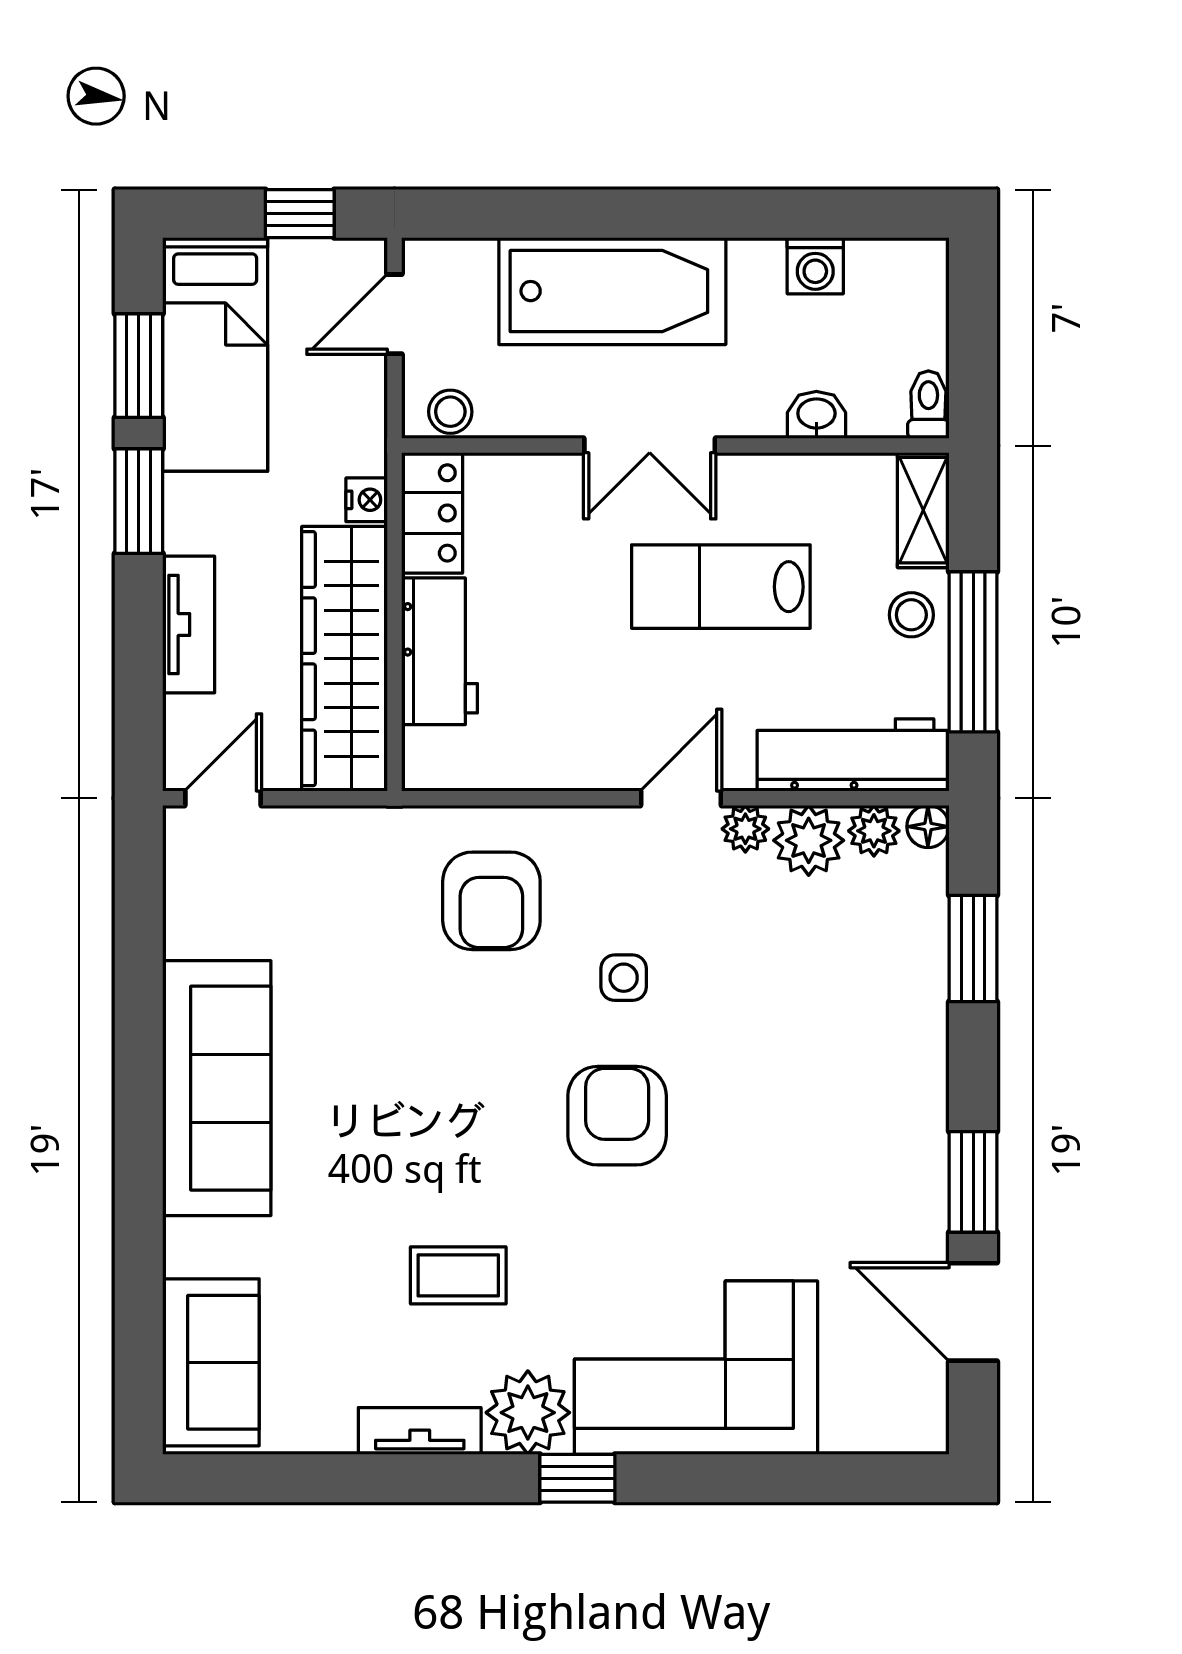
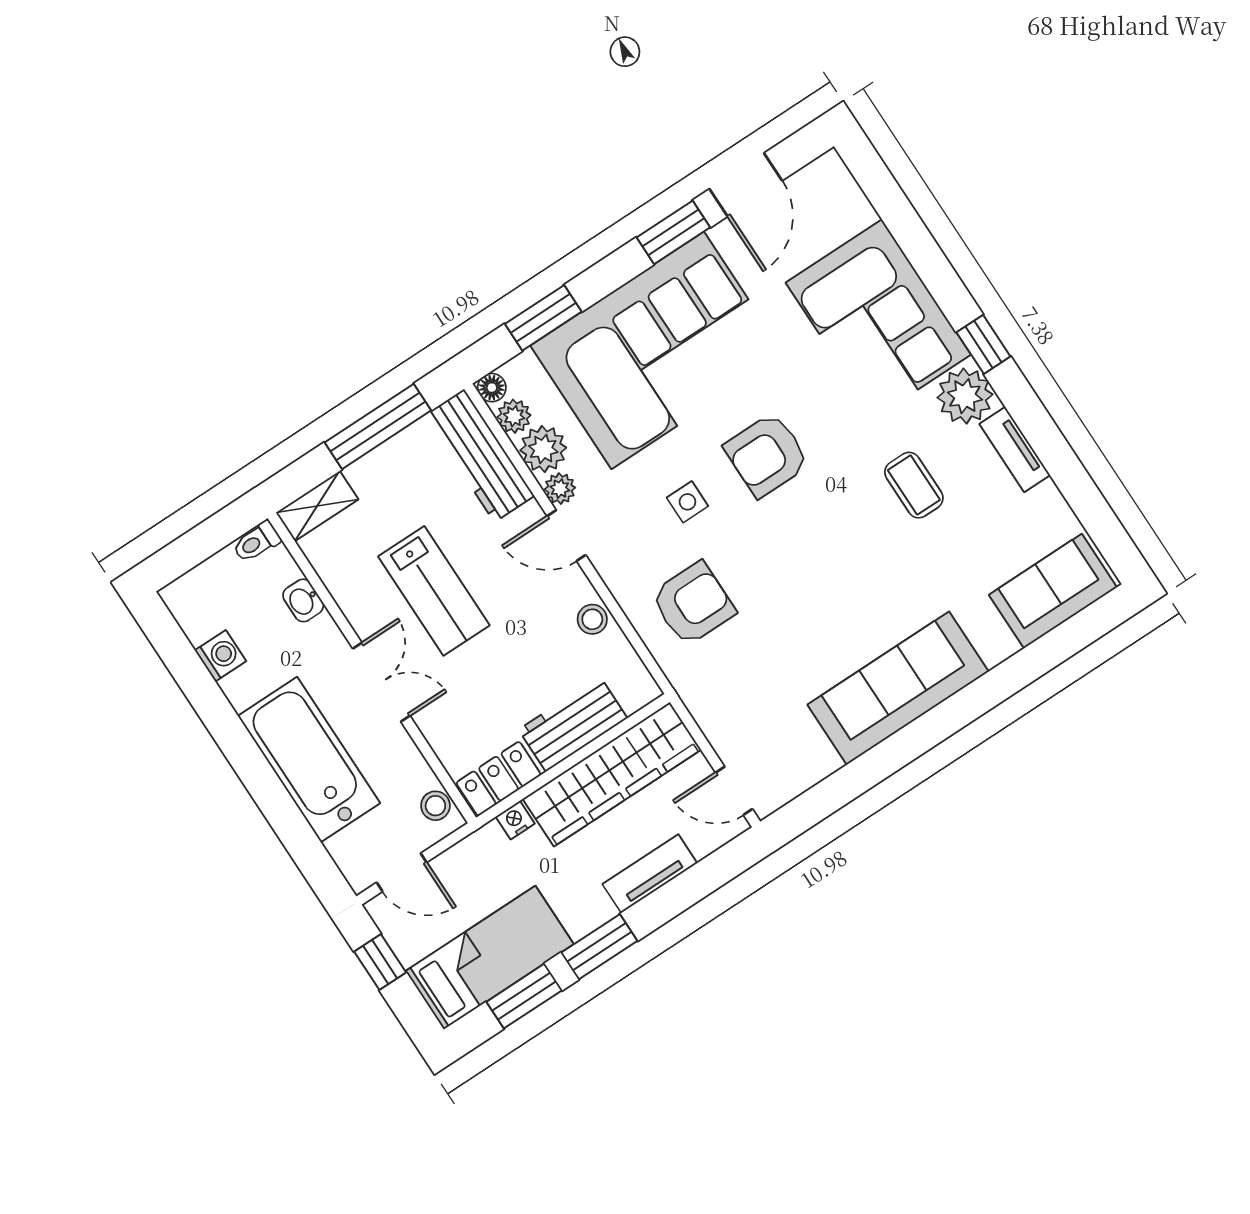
stool: (911, 615) -> (592, 619), moved
corner sofa: (838, 1065) -> (658, 350), added

